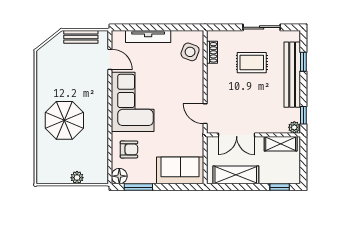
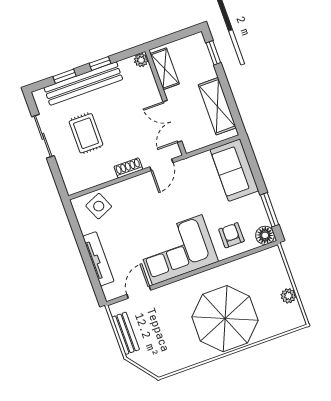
side table: (190, 52) -> (99, 206), turned 45
shoe rack: (212, 52) -> (128, 168), moved
window: (303, 115) -> (100, 63), moved
parasol: (64, 120) -> (225, 319), width x1.36, depth x1.36
double door: (237, 135) -> (172, 121), swing flipped
plant: (77, 178) -> (288, 296), moved

